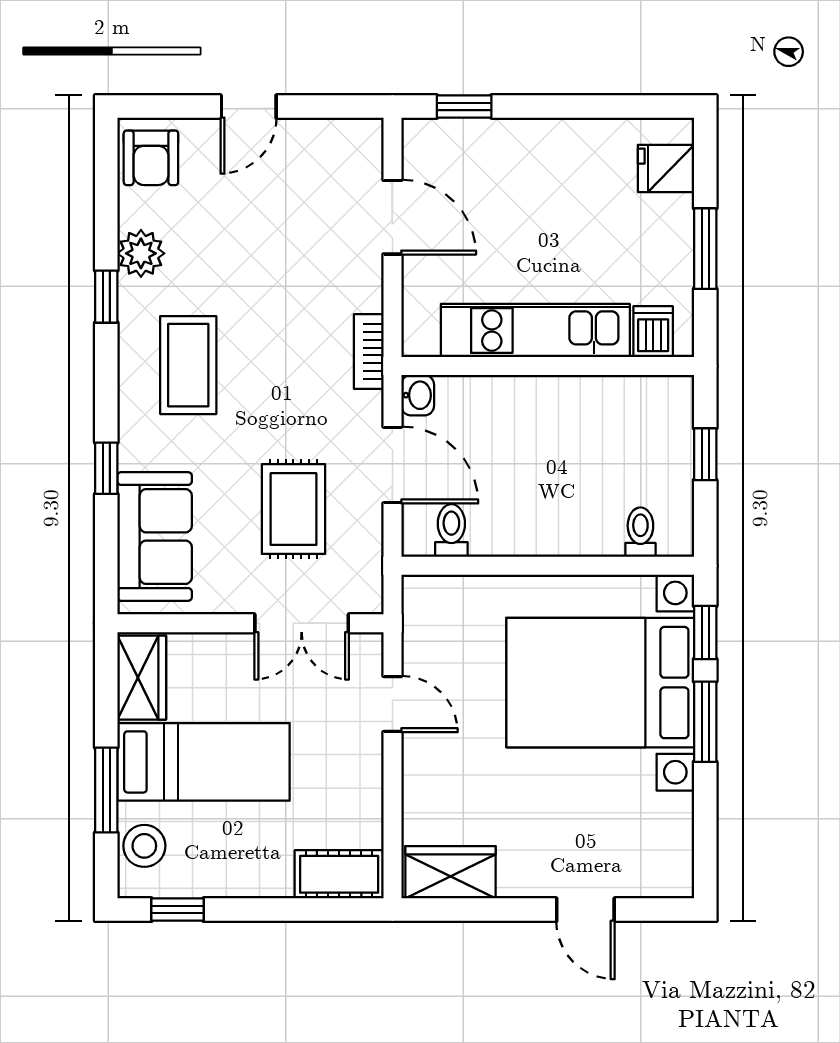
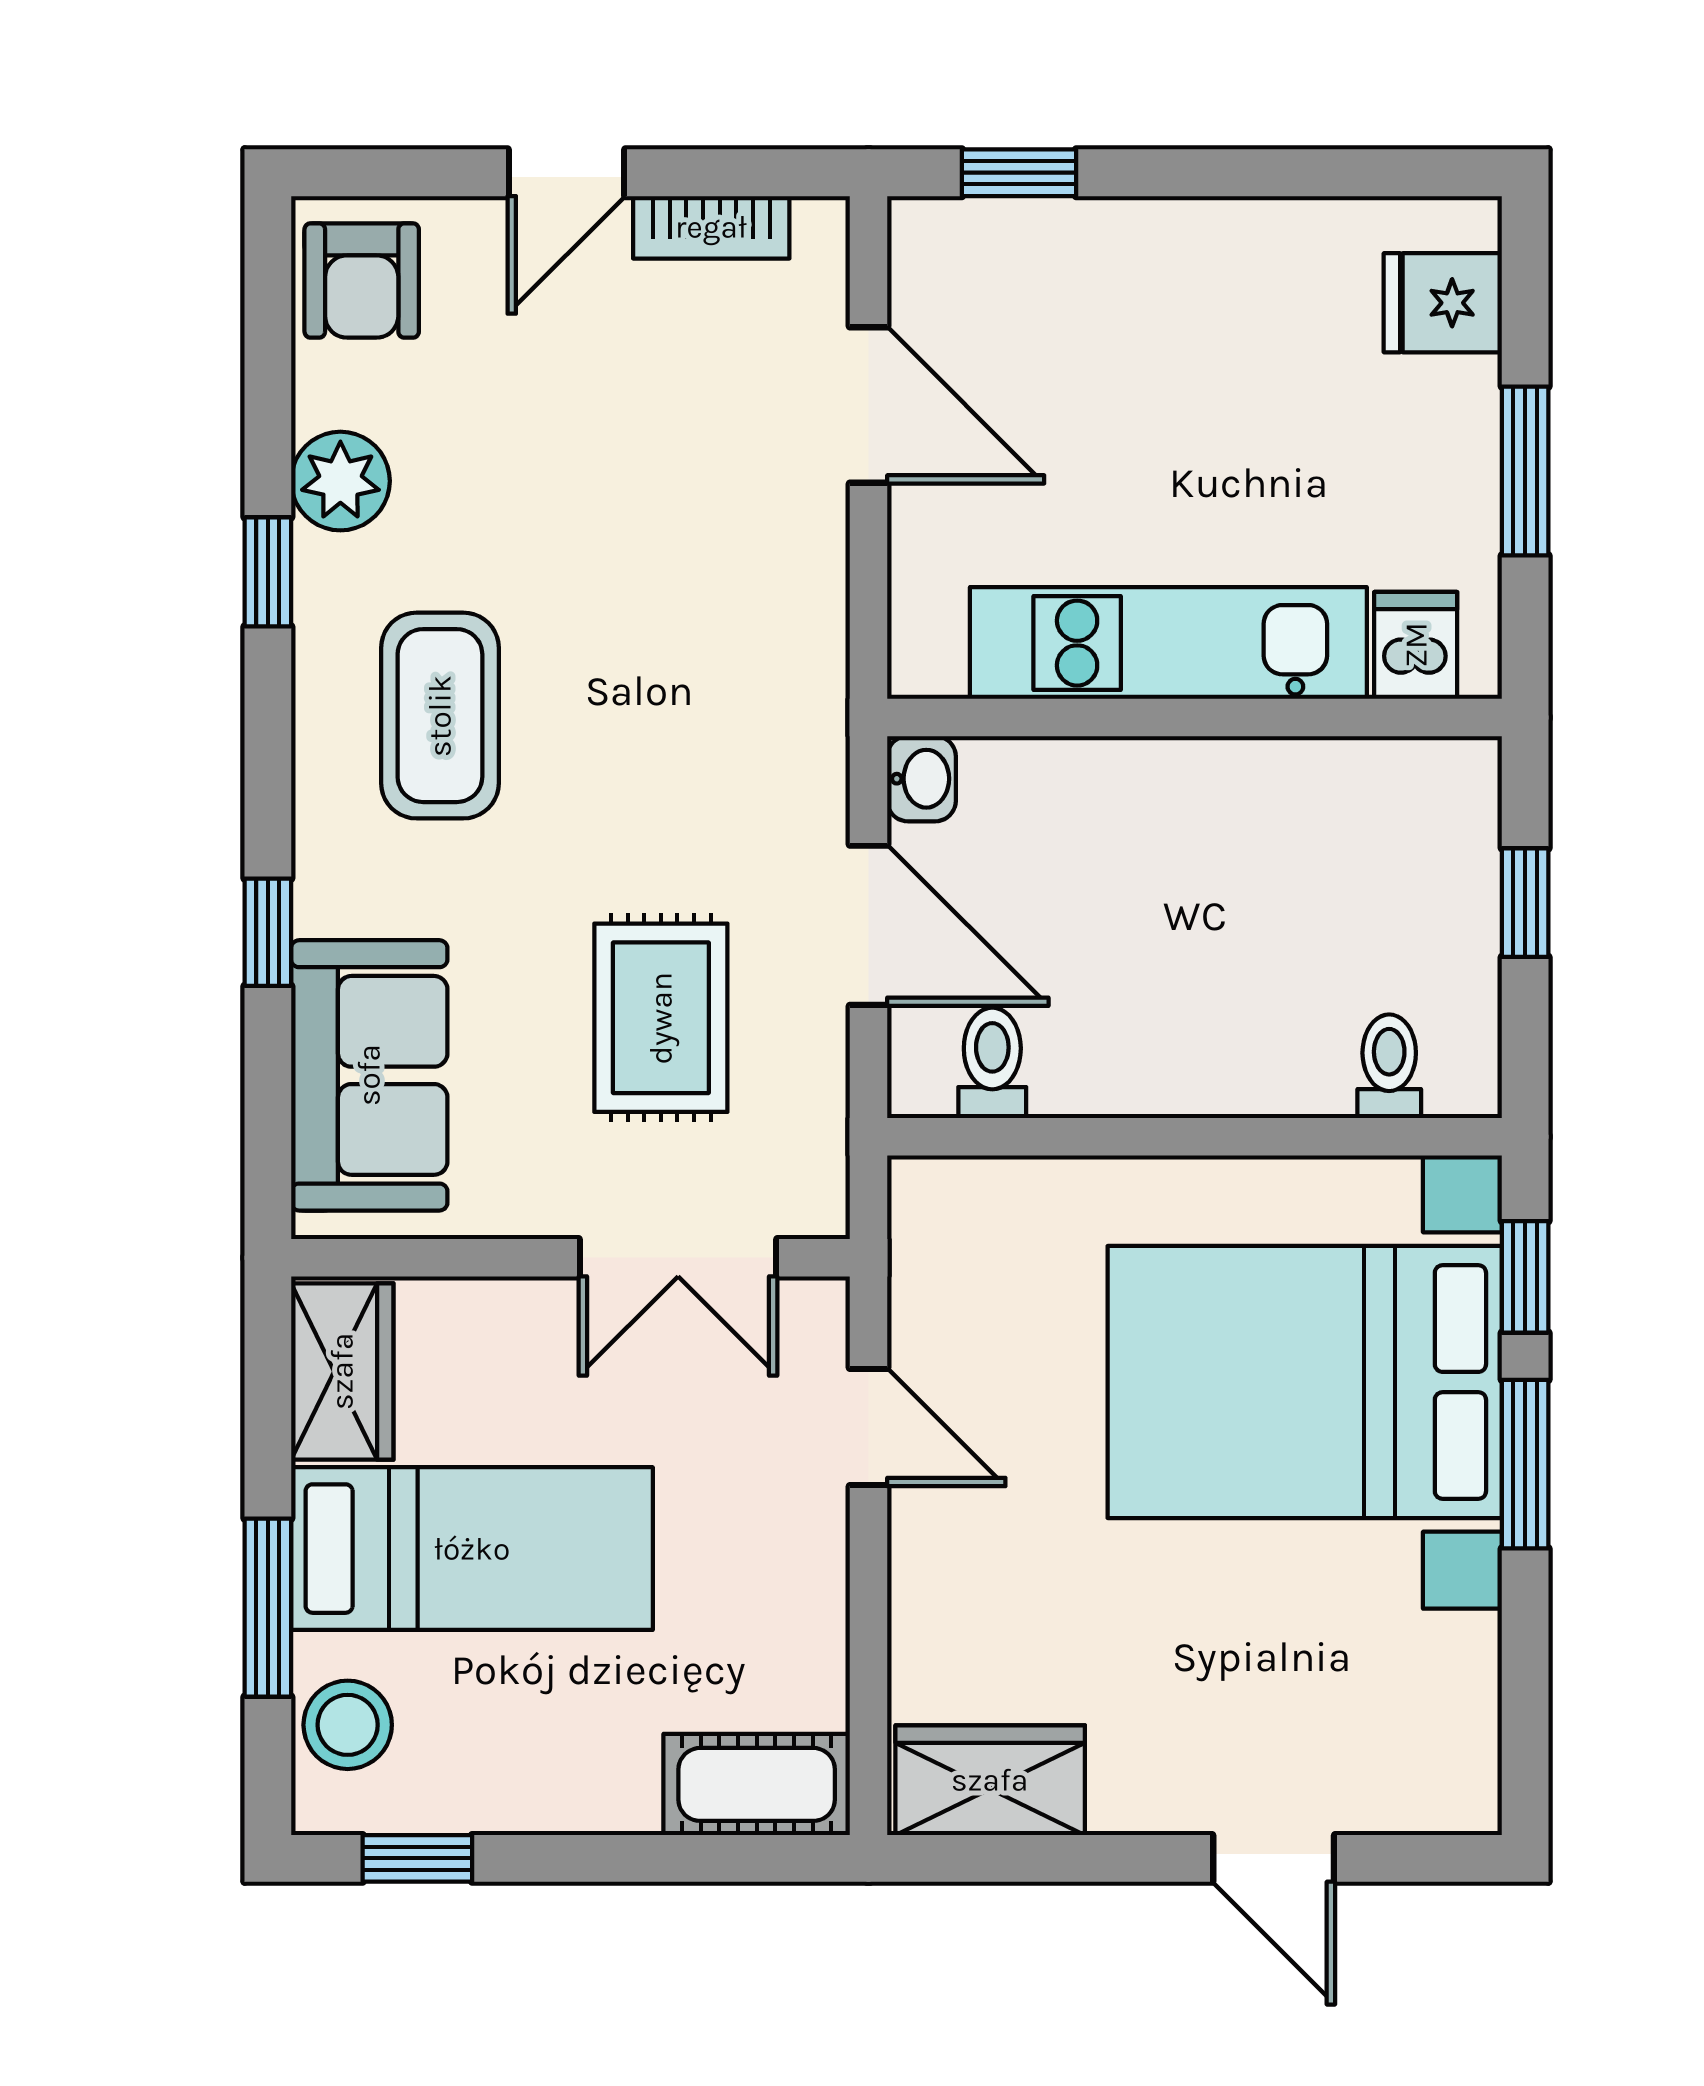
bookcase: (369, 352) -> (711, 227), moved, turned -90

